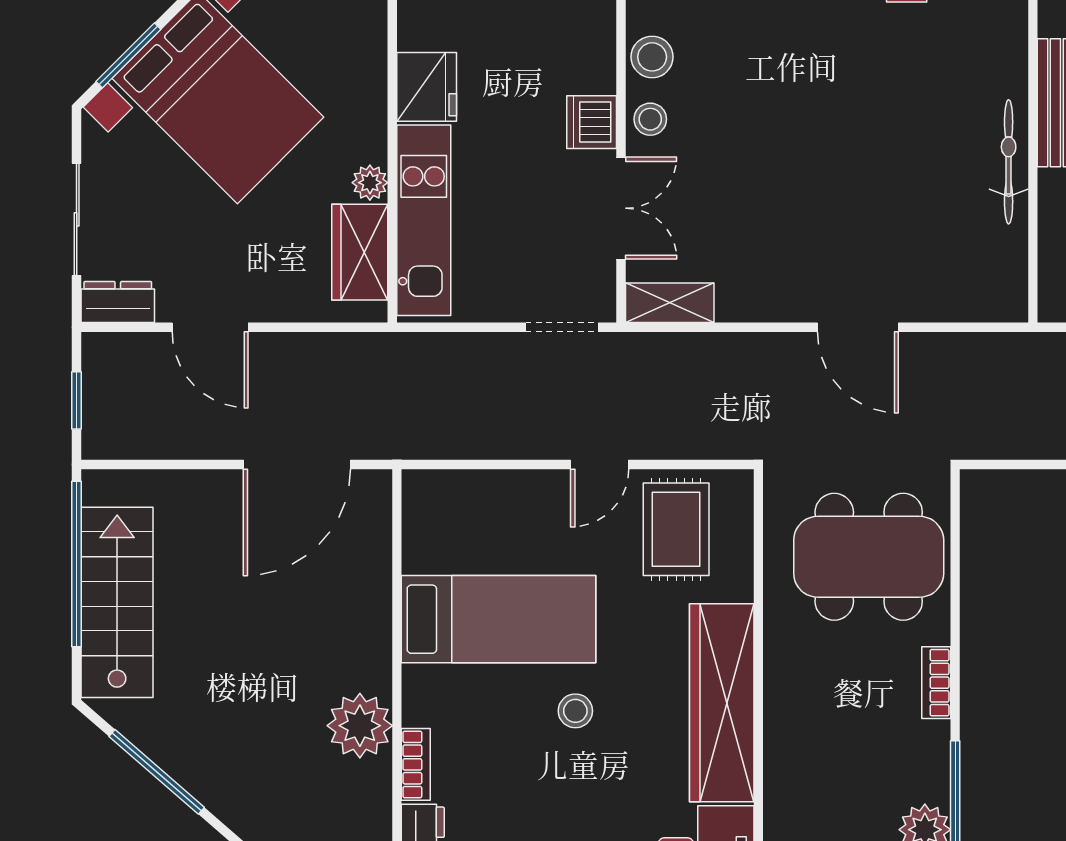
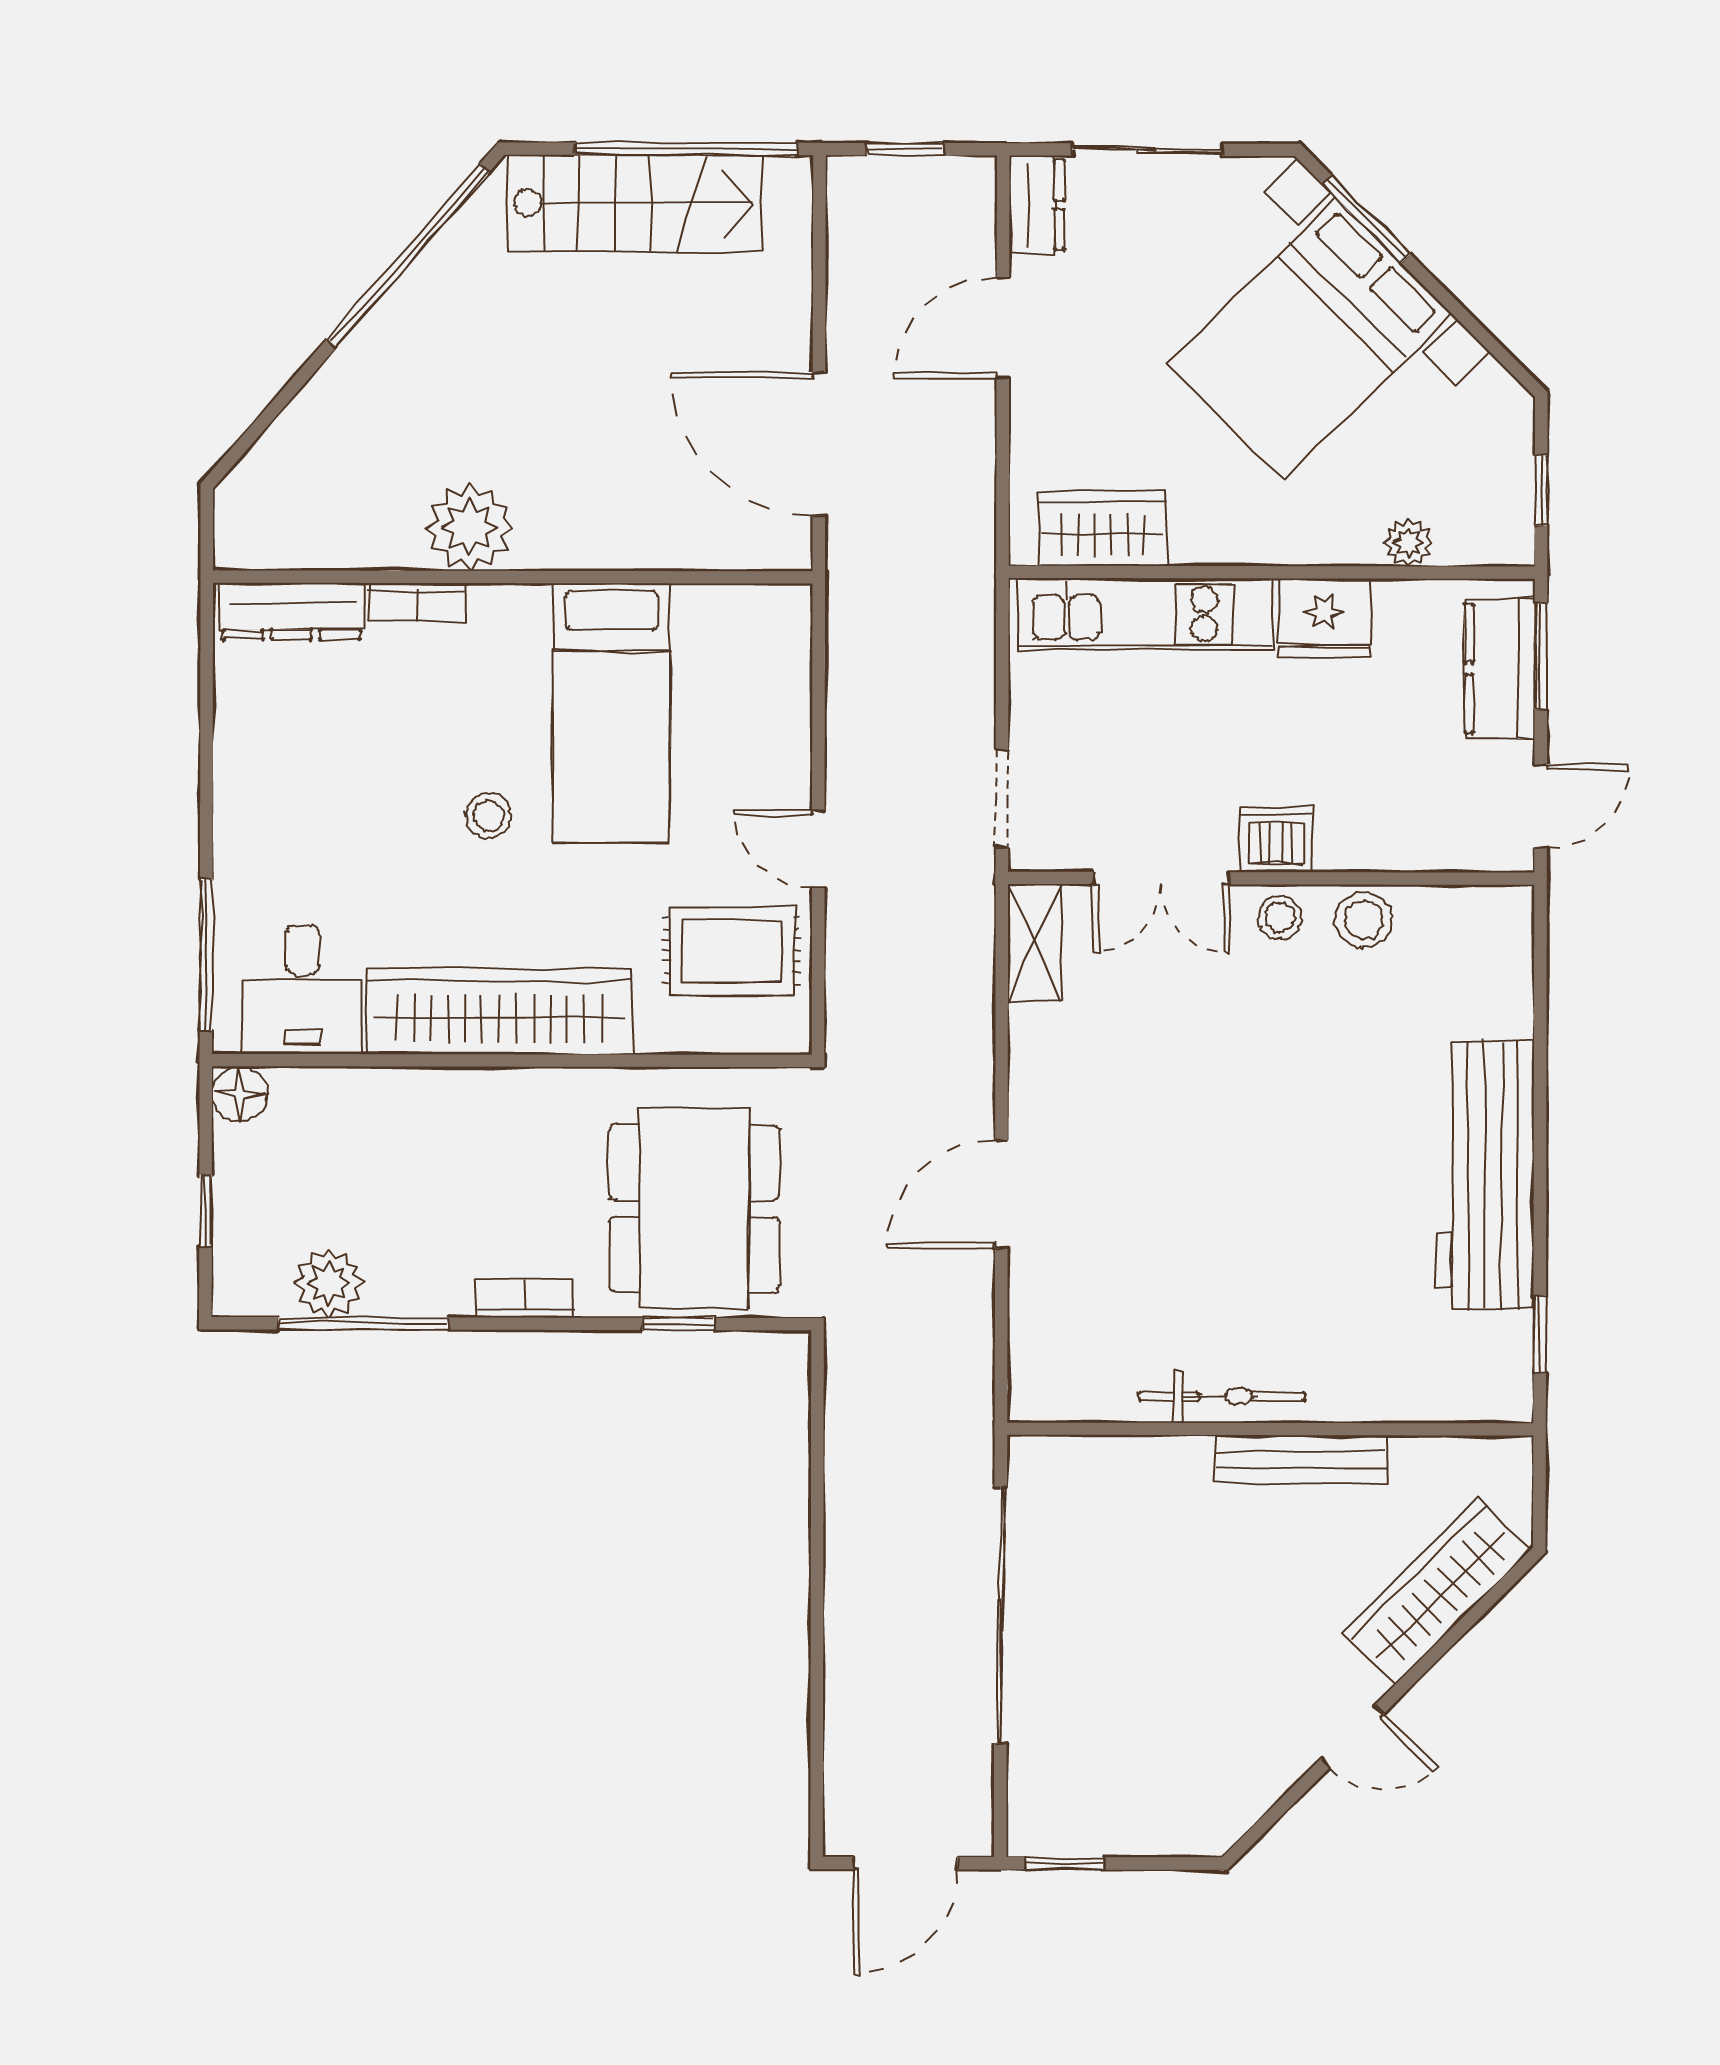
plant: (370, 183) -> (1408, 542), moved
window: (955, 568) -> (678, 1324), added
window: (157, 772) -> (408, 255), width x1.46

